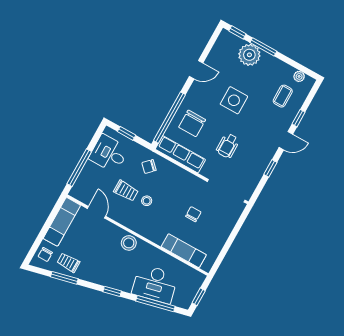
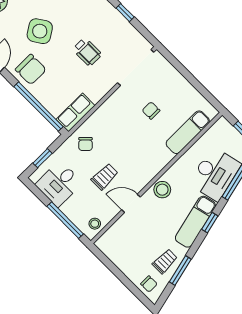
side table: (234, 100) -> (40, 31), turned -33
chair: (192, 123) -> (31, 70), moved
row of seats: (180, 154) -> (76, 112), width x0.68
stool: (147, 201) -> (95, 224), moved
door: (96, 212) -> (131, 203), moved
exam couch: (62, 222) -> (195, 222), moved, turned -103
trolley: (68, 263) -> (165, 261), turned 180

